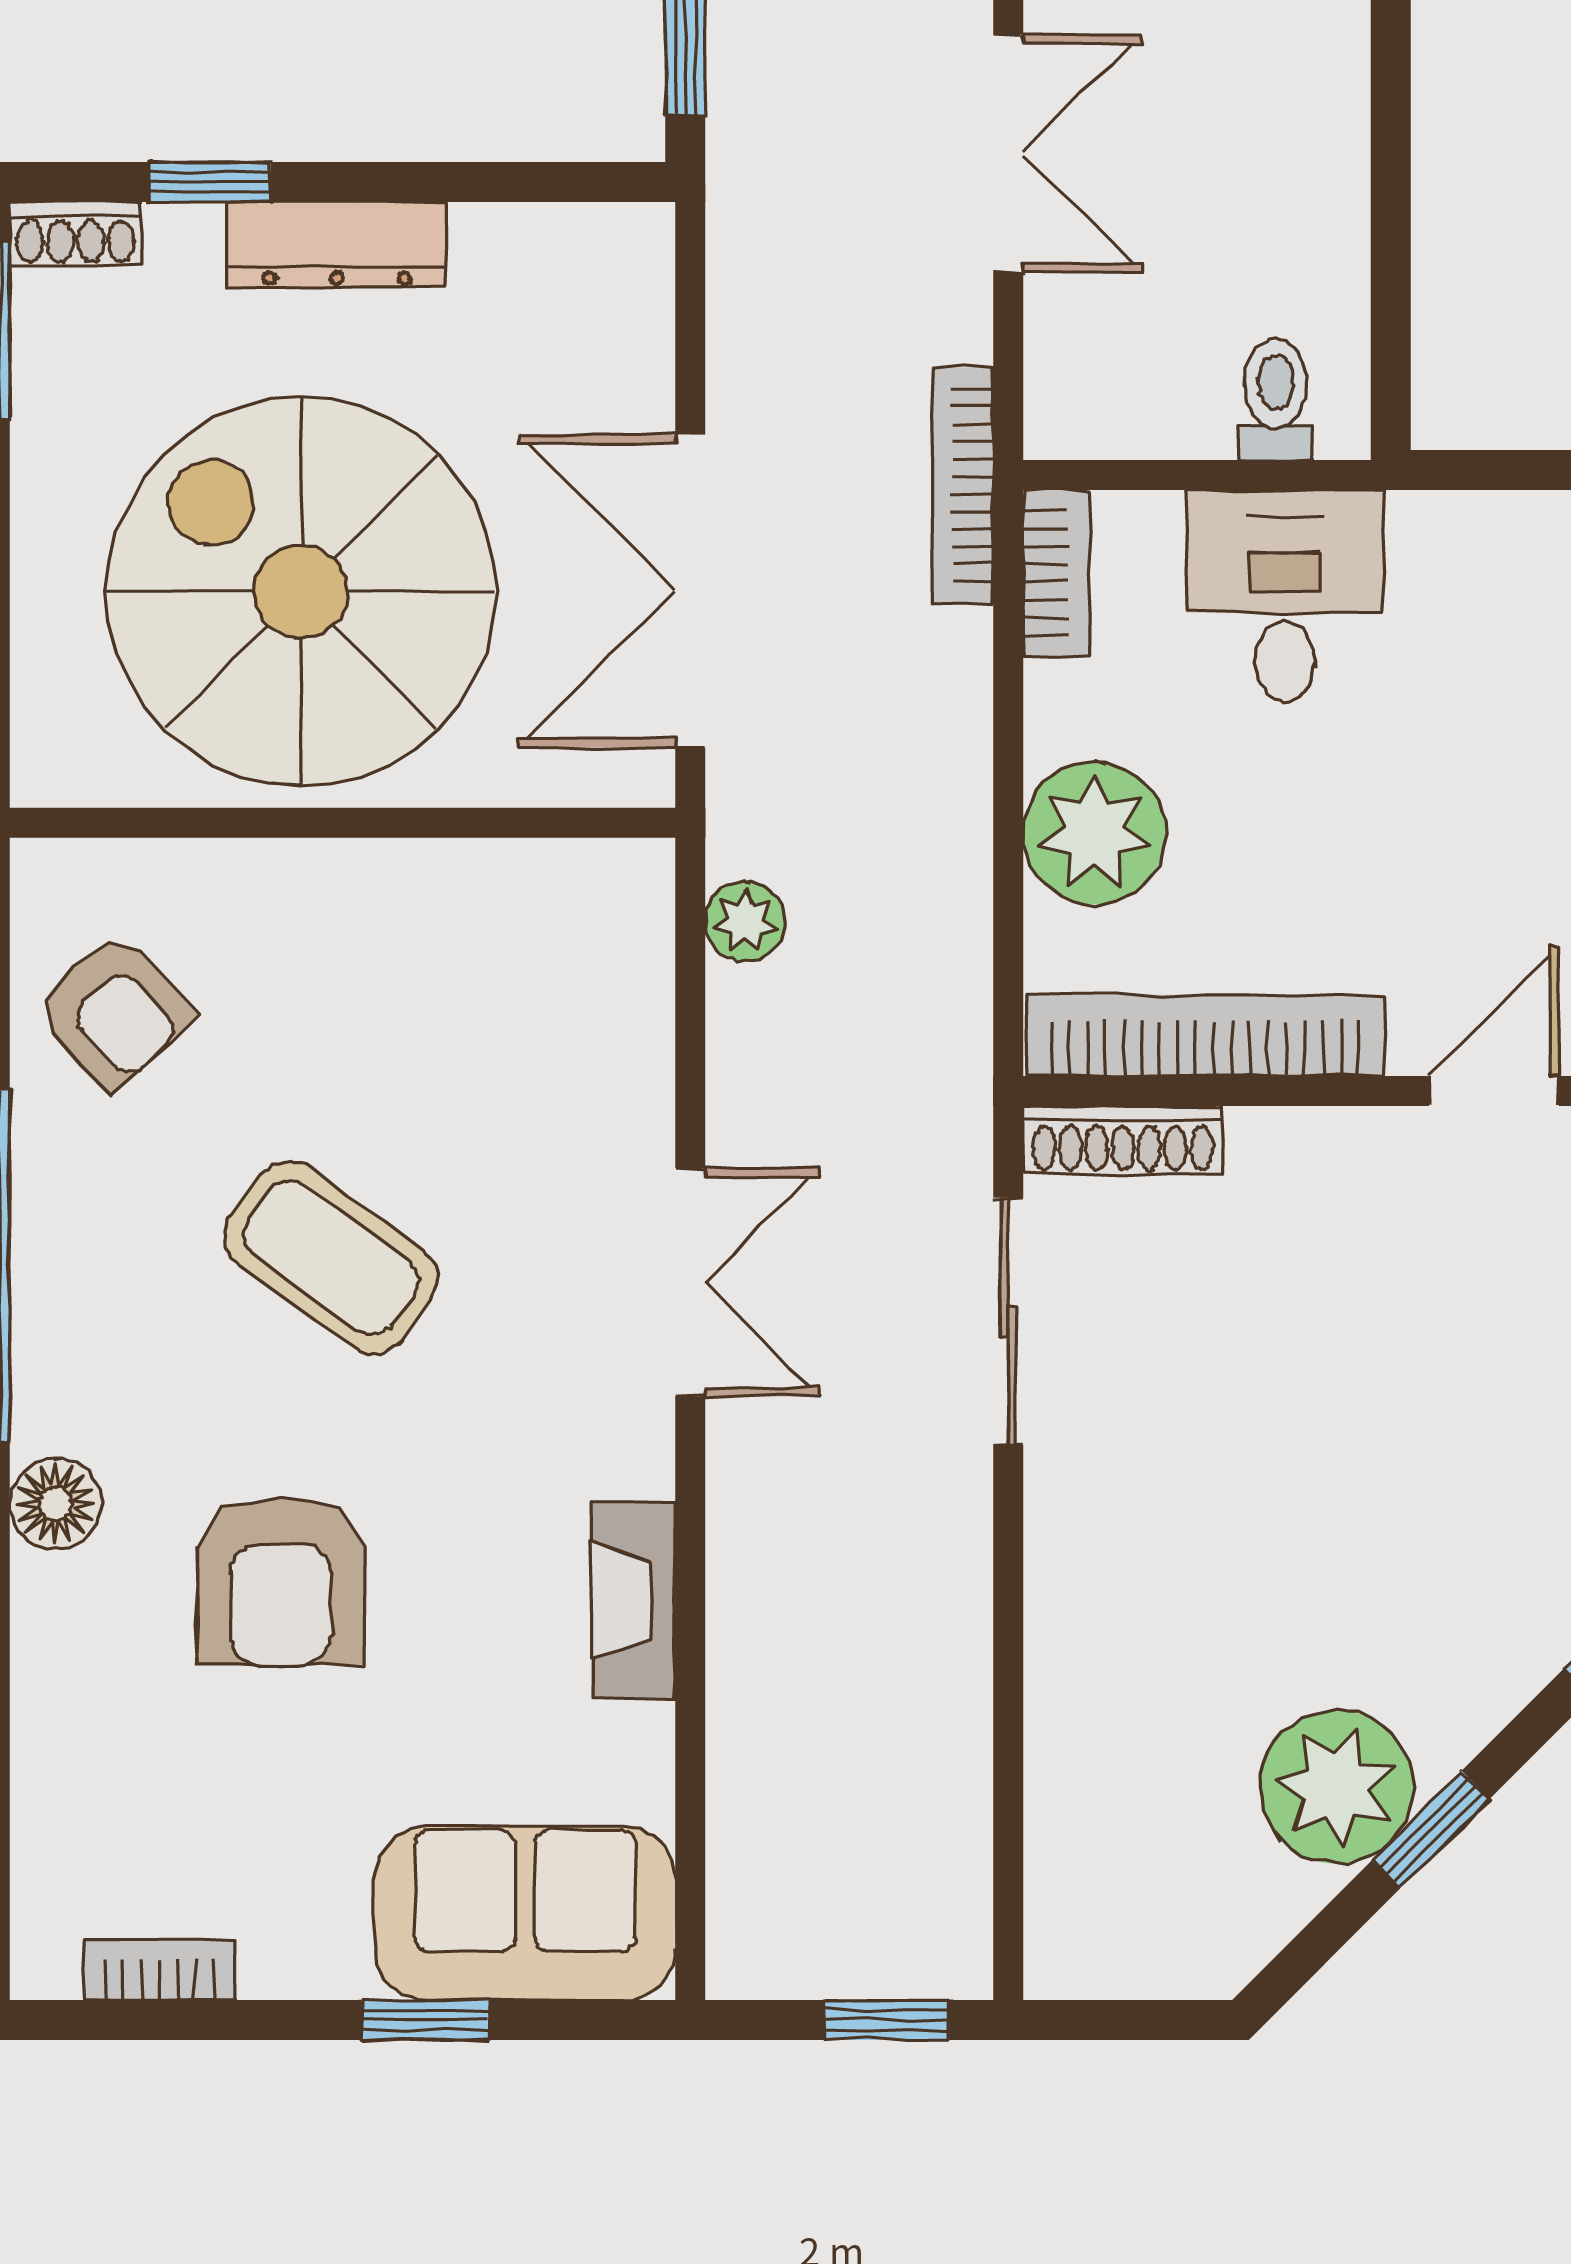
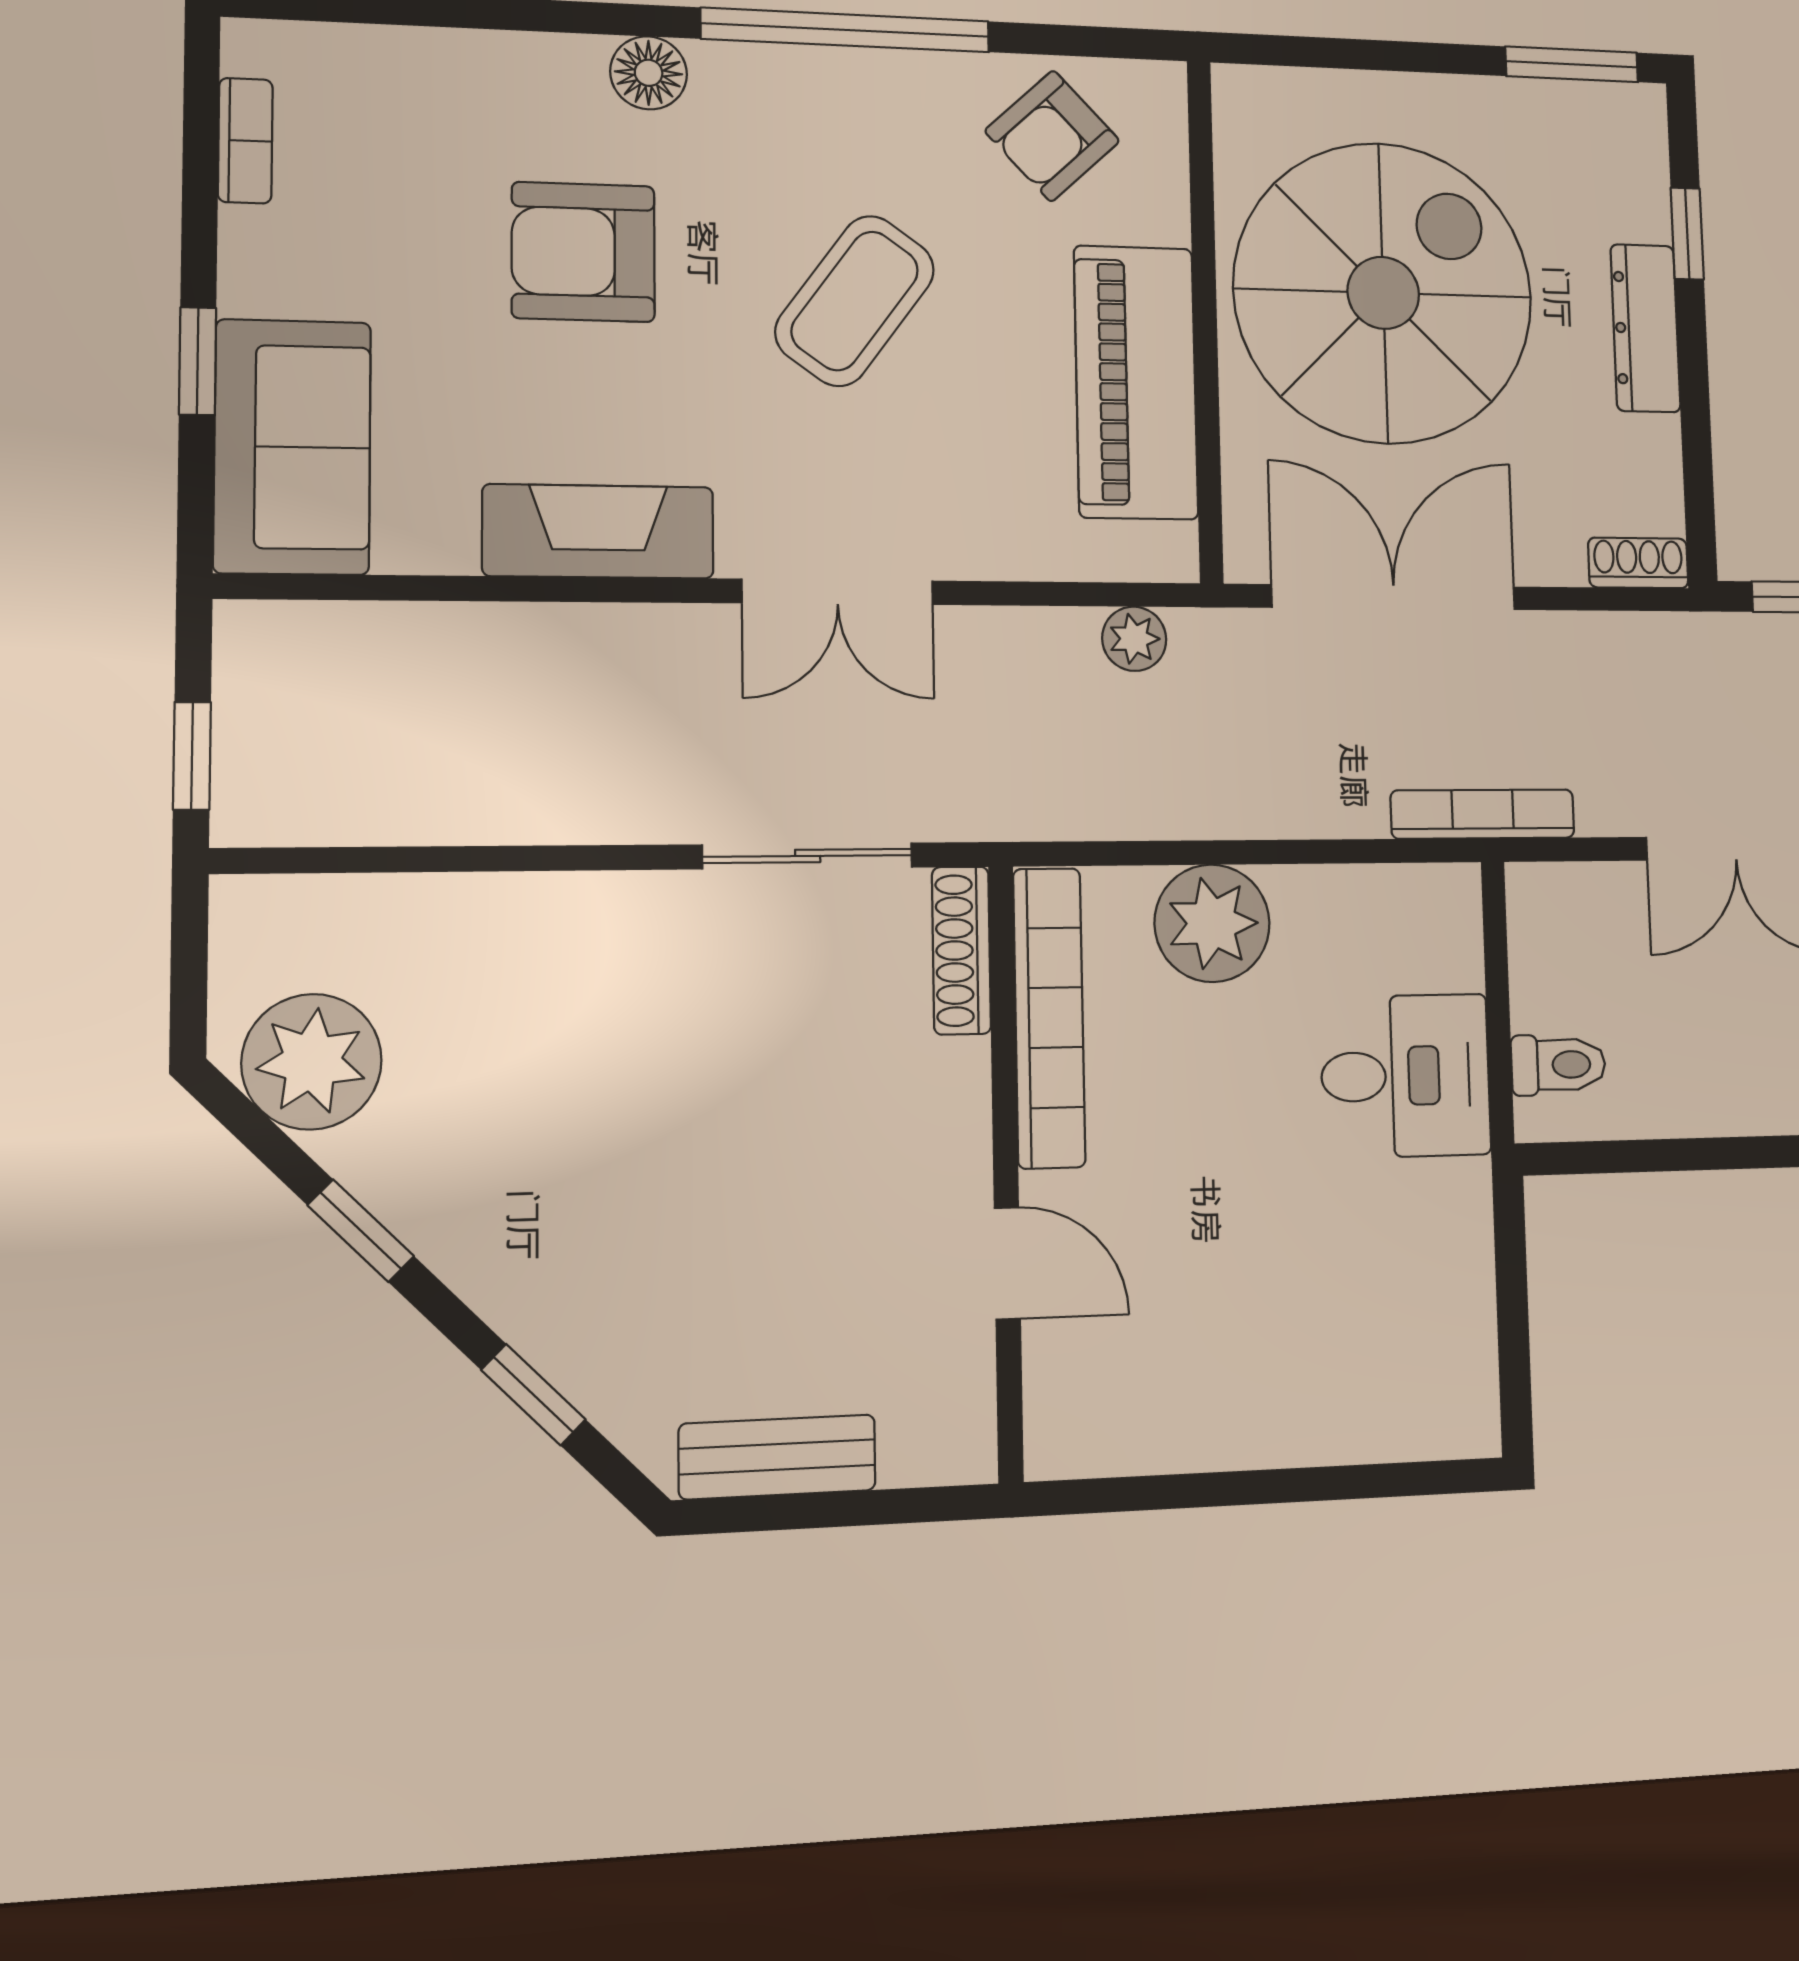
shoe rack: (76, 234) -> (1638, 563), moved, turned 90
bookcase: (1056, 573) -> (1417, 890), removed
piano: (424, 912) -> (1136, 382), added
fireplace: (633, 1600) -> (598, 531), width x1.37, depth x1.32
plant: (1337, 1787) -> (312, 1062), moved

